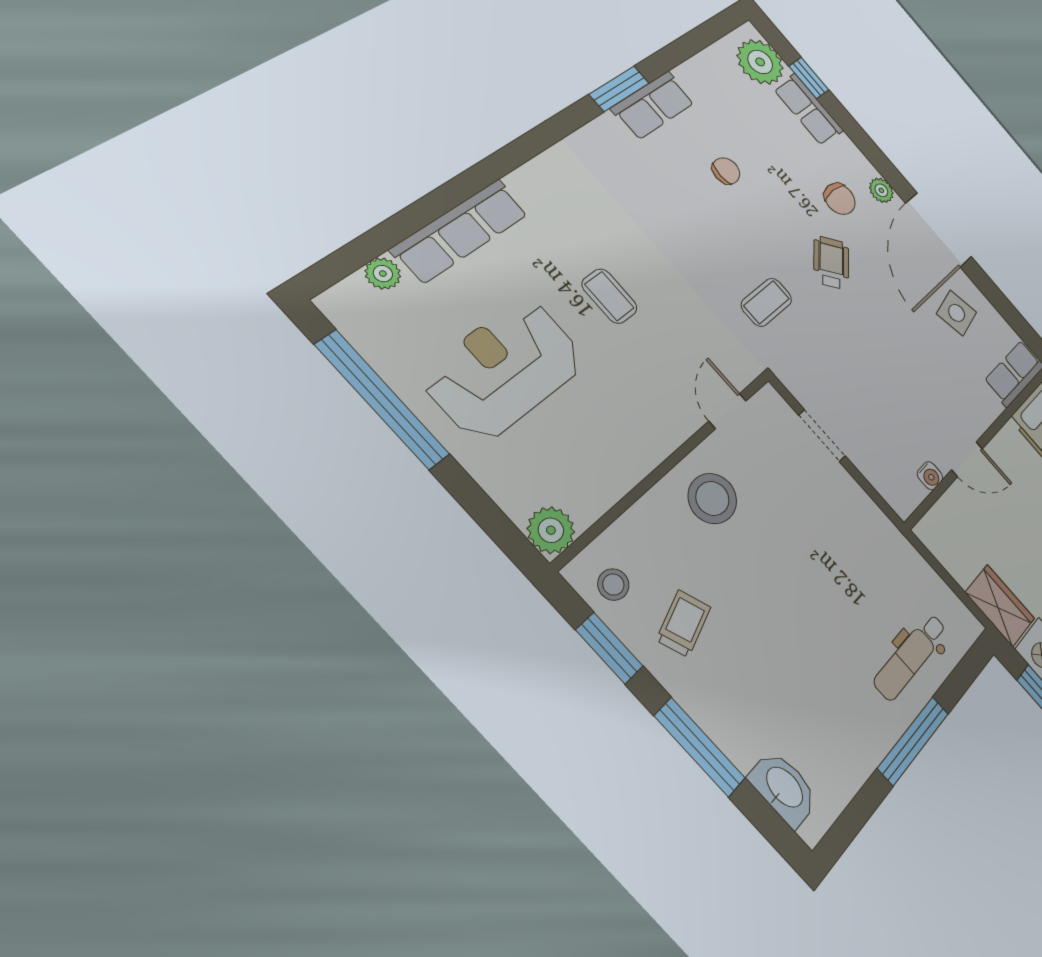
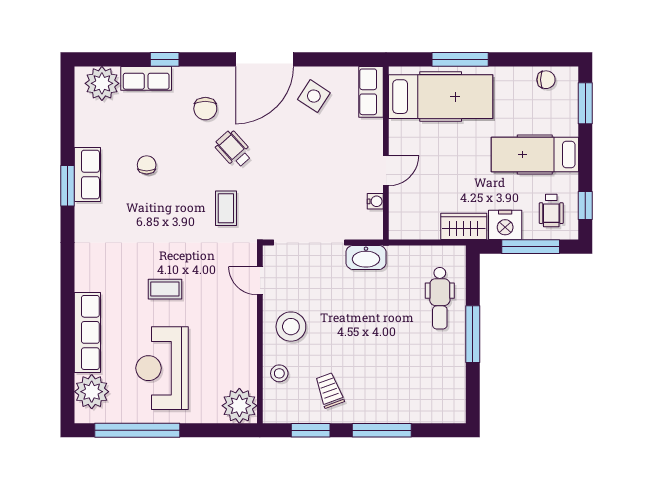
window: (809, 78) -> (165, 59), moved
plant: (881, 190) -> (219, 76), removed
chair: (840, 199) -> (205, 109), turned 90
door: (939, 230) -> (264, 59), hinge flipped
plant: (383, 274) -> (92, 392), width x1.88, depth x1.88
side table: (957, 313) -> (314, 96), turned 45
doorway: (822, 436) -> (309, 242), width x1.87
plant: (551, 530) -> (239, 406), width x1.36, depth x1.36
stool: (613, 584) -> (279, 373), moved
washbasin: (784, 788) -> (366, 257), moved, turned 180

